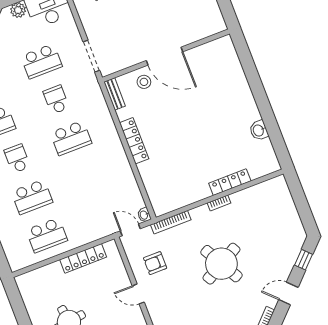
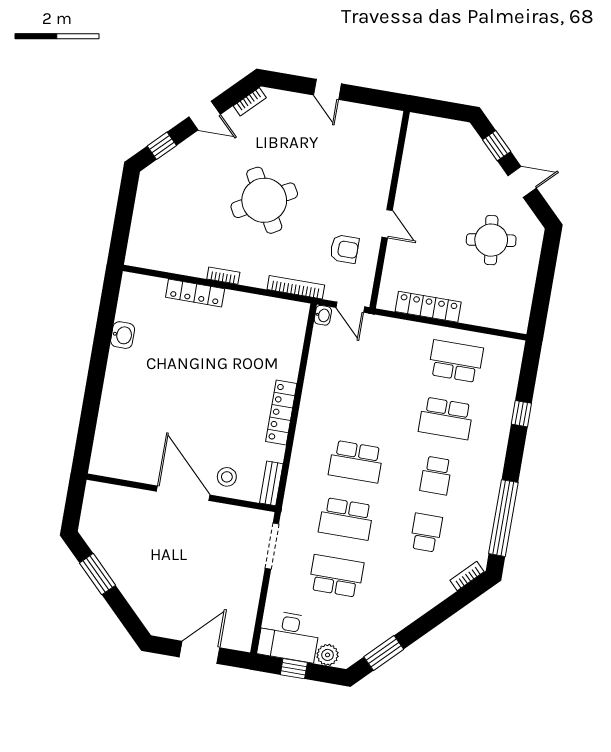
school desk: (56, 100) -> (346, 519), width x1.85
school desk: (71, 138) -> (356, 462), turned 180
school desk: (32, 197) -> (446, 418), turned 180

